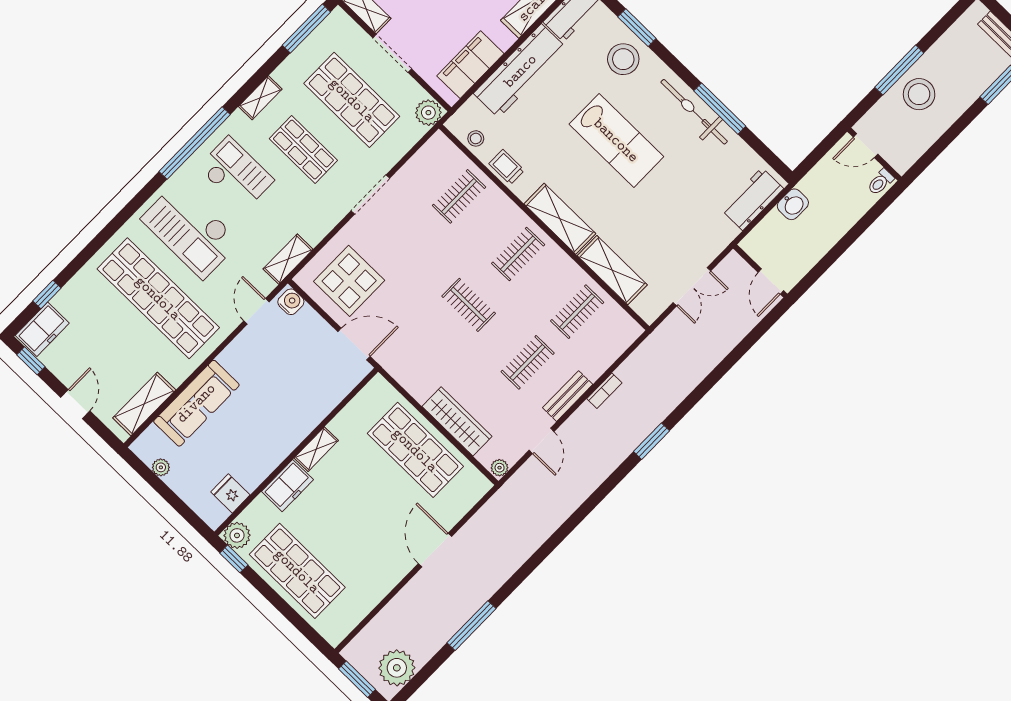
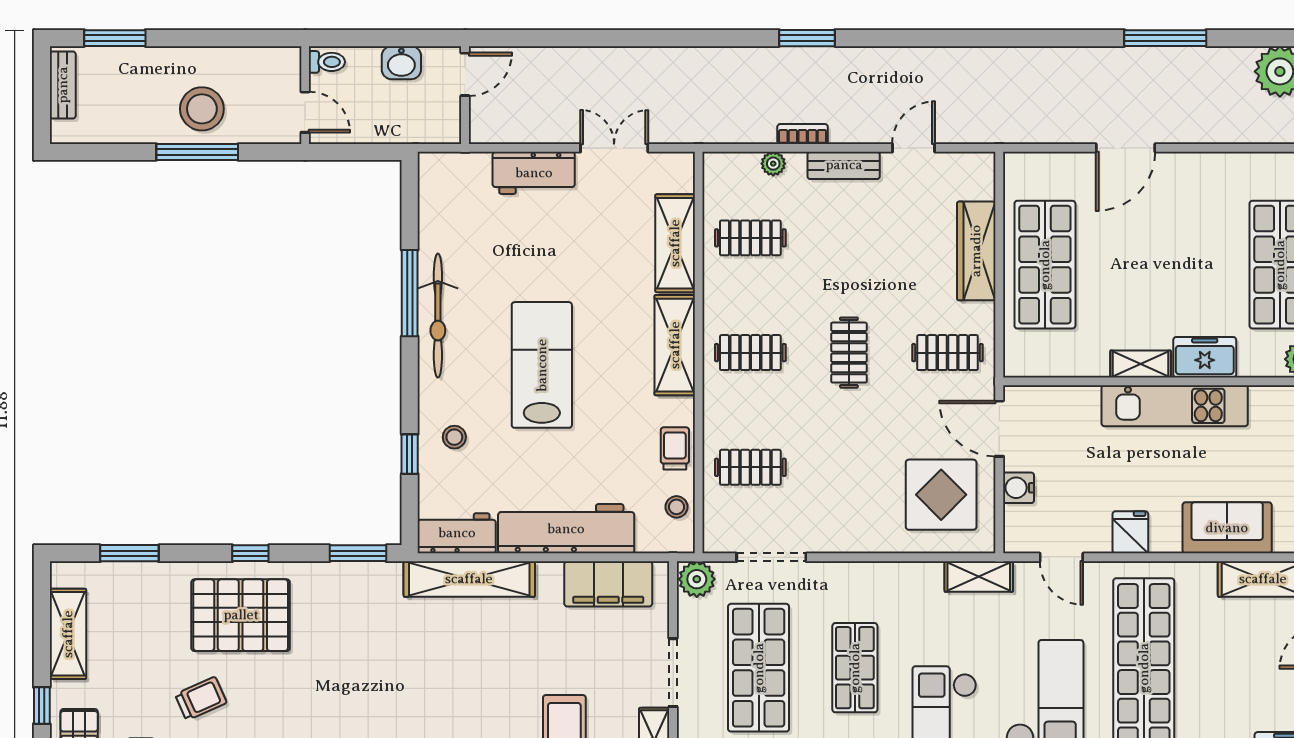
window: (637, 28) -> (410, 454), width x0.67
stool: (623, 59) -> (454, 437), width x0.53, depth x0.53
trolley: (507, 167) -> (675, 448), turned 180
doorway: (370, 195) -> (771, 557), moved
workbench: (752, 199) -> (534, 173), moved
washbasin: (793, 204) -> (401, 63), moved, turned 180
wall: (760, 271) -> (465, 95), moved
door: (771, 282) -> (465, 74), moved
water cooler: (291, 302) -> (1019, 488), moved
door: (256, 311) -> (1061, 557), hinge flipped
clothes rail: (528, 362) -> (948, 353), moved
sofa: (196, 403) -> (1227, 528), width x0.73
kitchen unit: (278, 446) -> (1175, 406), added
plant: (500, 468) -> (773, 164), moved
fridge: (230, 493) -> (1130, 532), moved, turned 180

